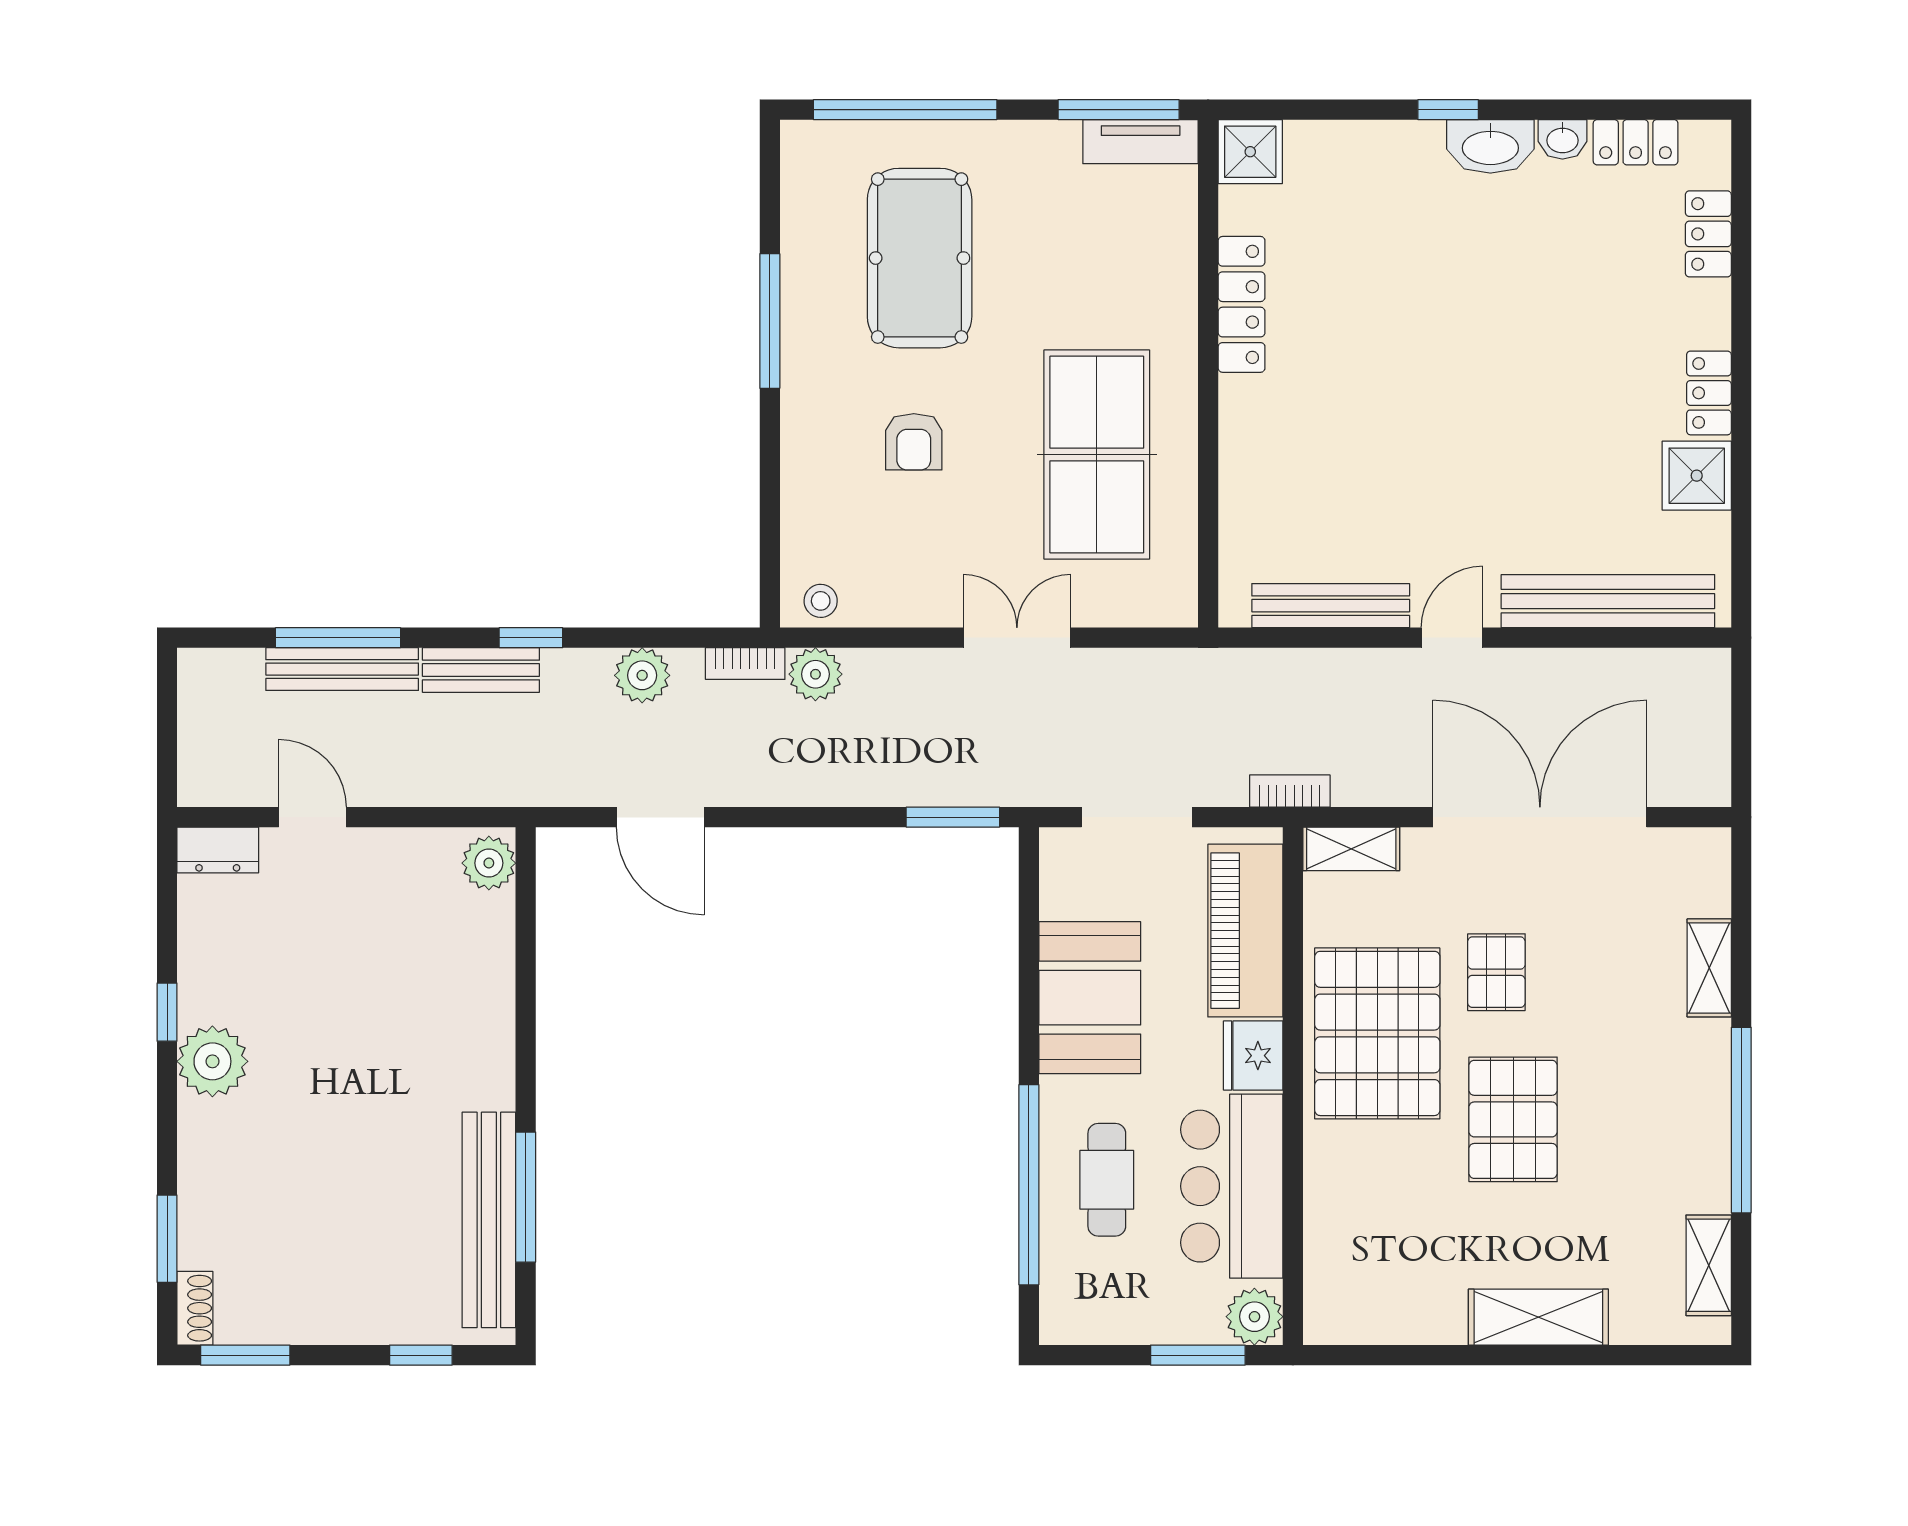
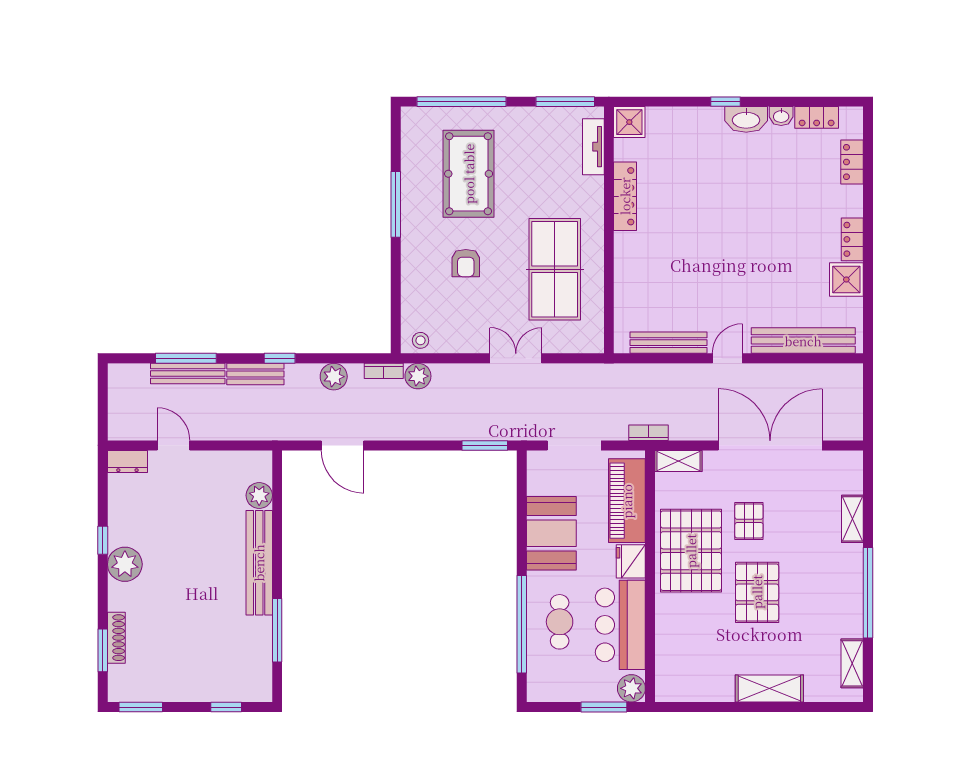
tv unit: (1141, 142) -> (593, 147), moved, turned 90
plant: (489, 863) -> (259, 495), moved
bench: (489, 1220) -> (259, 563), moved
shoe rack: (195, 1308) -> (116, 638), moved, width x1.43

